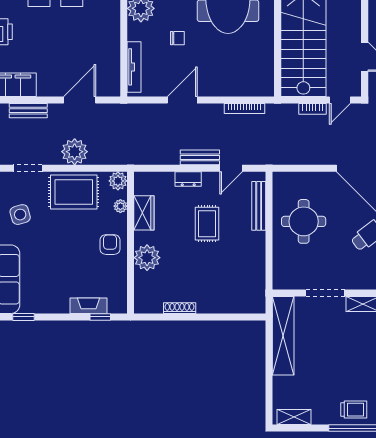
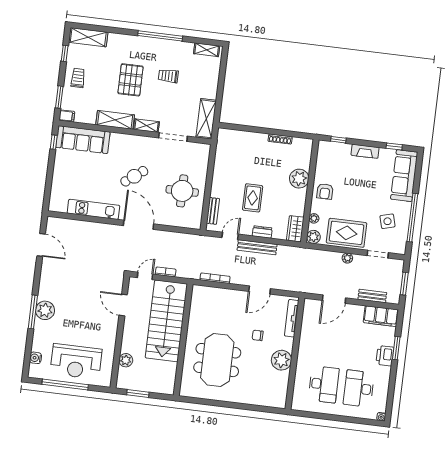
plant: (75, 152) -> (347, 258), width x0.53, depth x0.53
bench: (200, 157) -> (257, 247), width x1.36
bench: (259, 206) -> (213, 211), width x0.73
wardrobe: (144, 213) -> (295, 229), moved
fireplace: (88, 306) -> (365, 151), moved
shelving: (283, 336) -> (206, 119), width x0.68
trolley: (354, 410) -> (168, 76), moved

